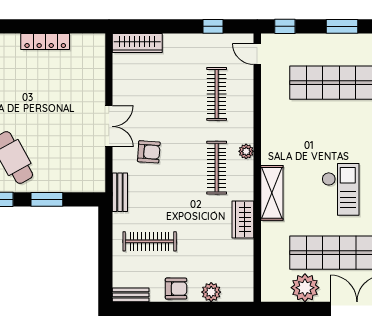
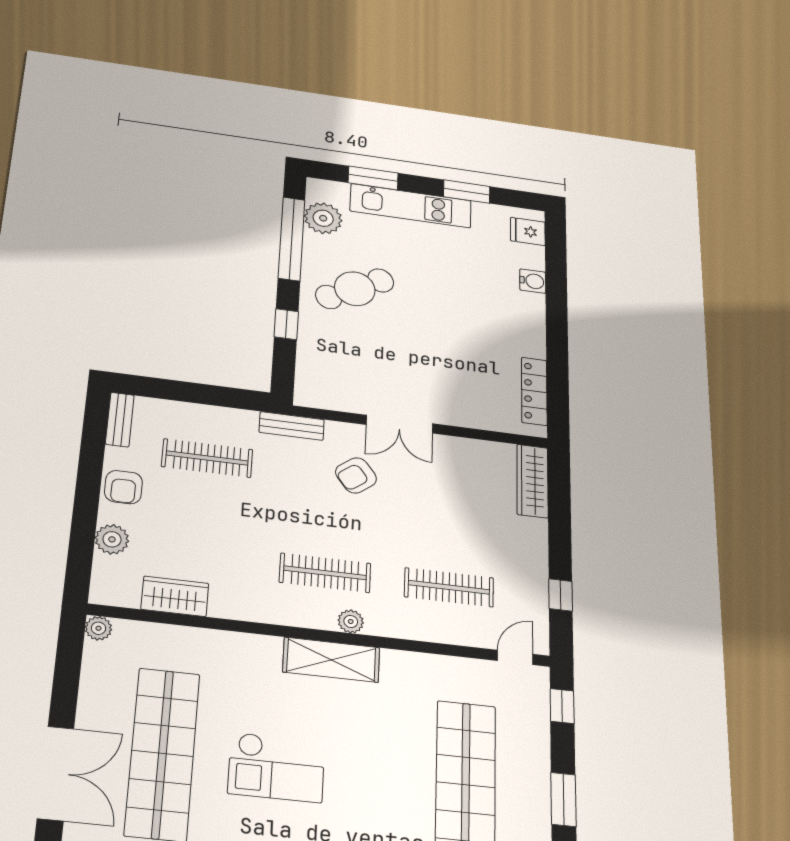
locker: (45, 41) -> (534, 391), moved
armchair: (149, 152) -> (356, 475), turned 49
shelving: (272, 193) -> (331, 660), moved
window: (47, 199) -> (286, 324), width x0.67
wardrobe: (243, 220) -> (175, 596), moved
clothes rail: (150, 241) -> (207, 458), turned 90
plant: (305, 288) -> (98, 628), moved, width x0.53, depth x0.53

